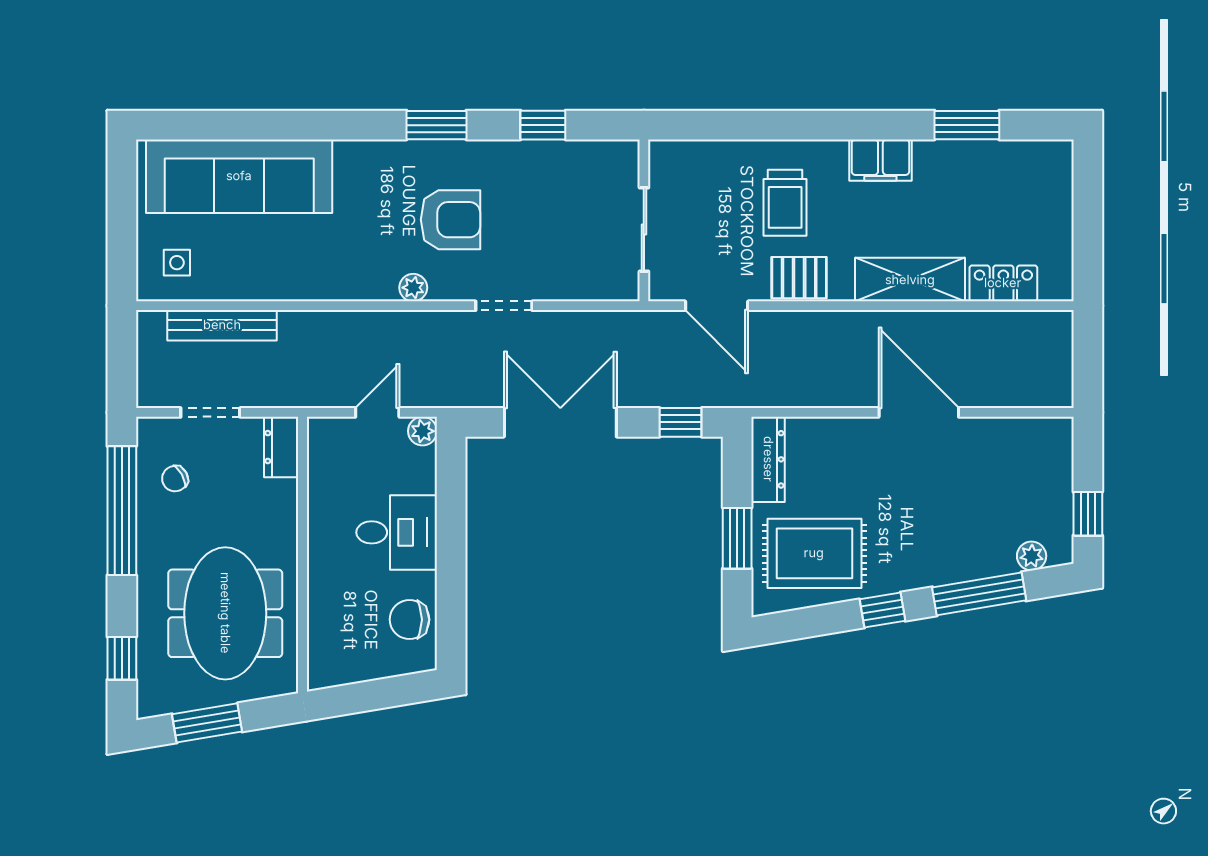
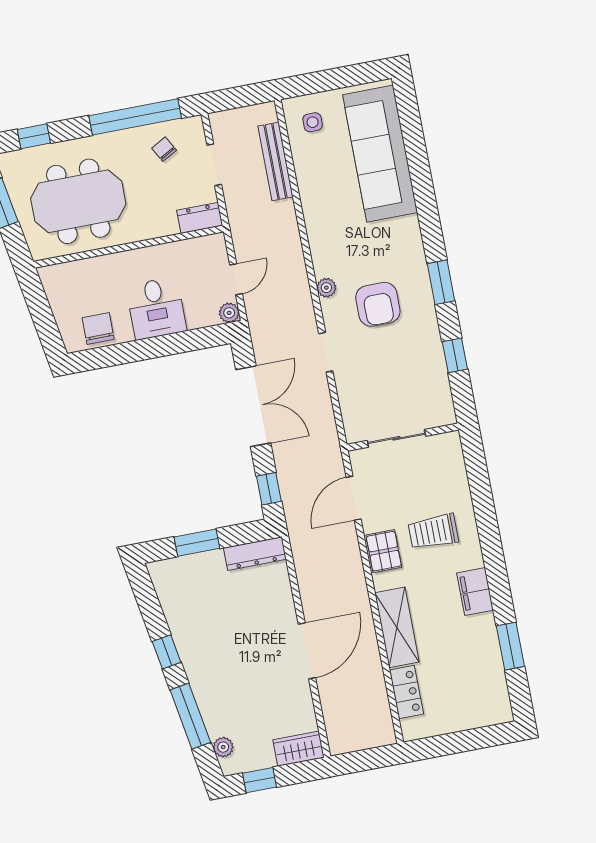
door: (377, 412) -> (236, 279), hinge flipped
wardrobe: (1054, 450) -> (299, 749), added
rug: (814, 553) -> (197, 598), removed

